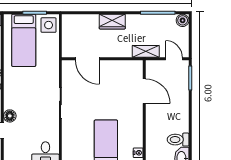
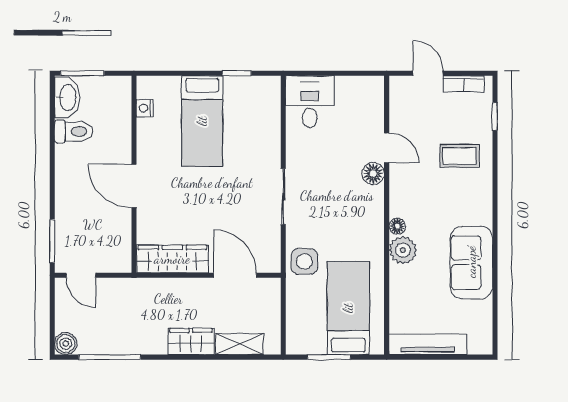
side table: (49, 25) -> (304, 261), moved
shelving: (146, 51) -> (240, 344), moved
wardrobe: (123, 68) -> (172, 259), added
door: (144, 91) -> (134, 186), moved

